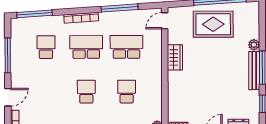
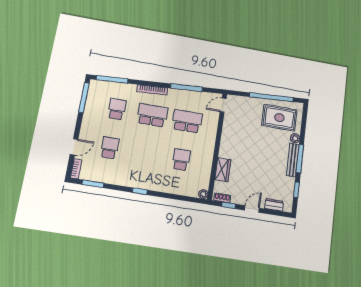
rug: (213, 24) -> (279, 118), moved
window: (8, 55) -> (84, 98), moved
wardrobe: (175, 57) -> (223, 170), moved
school desk: (86, 92) -> (110, 148), moved

